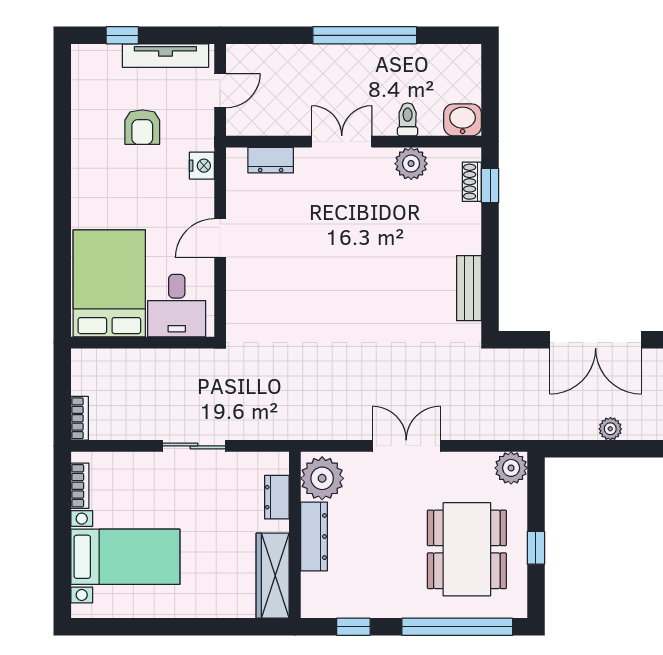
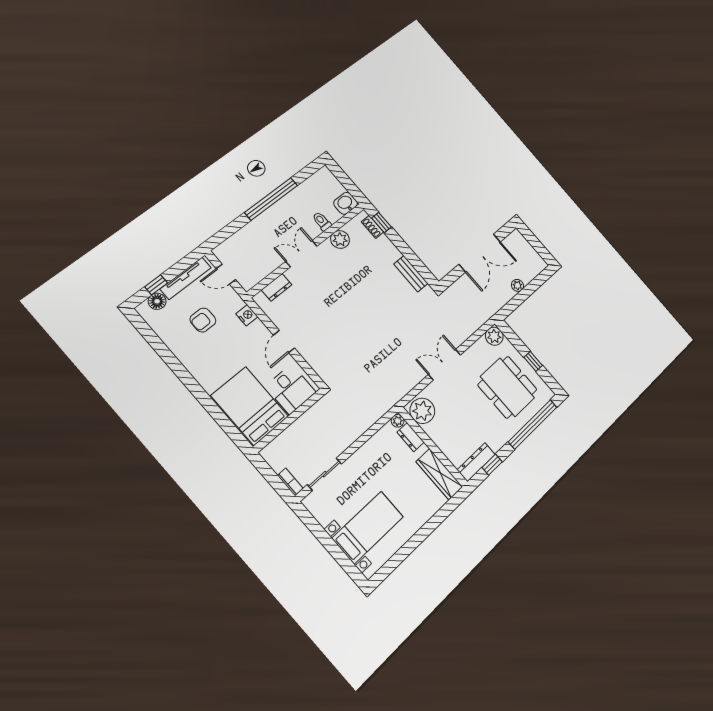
floor lamp: (106, 58) -> (157, 301), added
door: (220, 91) -> (226, 274), swing flipped
armchair: (142, 127) -> (203, 320), turned 90
sliding door: (194, 446) -> (325, 474), moved
plant: (278, 462) -> (398, 421), added
bookcase: (80, 486) -> (318, 514), removed
dresser: (314, 537) -> (476, 462), moved, turned -90

